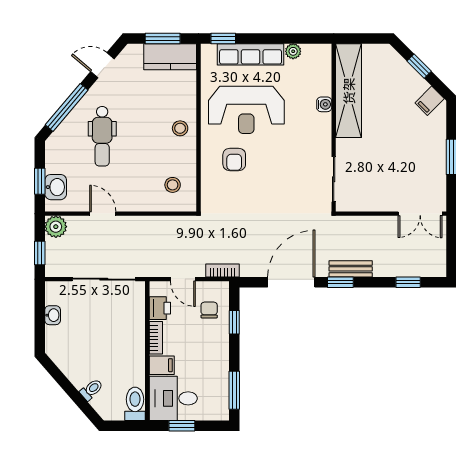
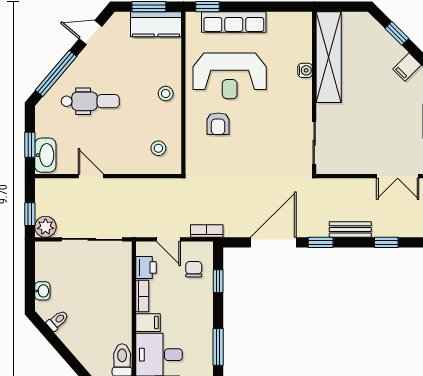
plant: (293, 51) -> (275, 19), removed
dental chair: (102, 136) -> (90, 101), turned -90
washbasin: (56, 187) -> (45, 155), width x1.38
plant: (56, 227) -> (45, 227), moved
bench: (351, 269) -> (350, 229), moved
washbasin: (53, 315) -> (42, 291), moved
toilet: (91, 390) -> (58, 320), moved

